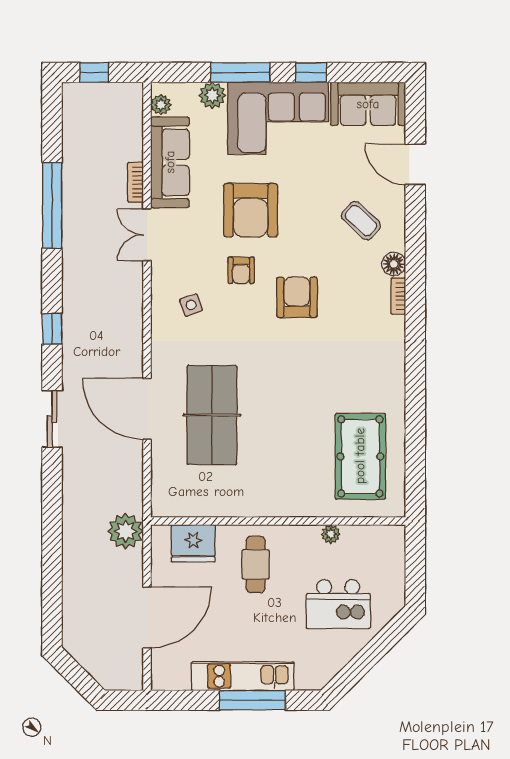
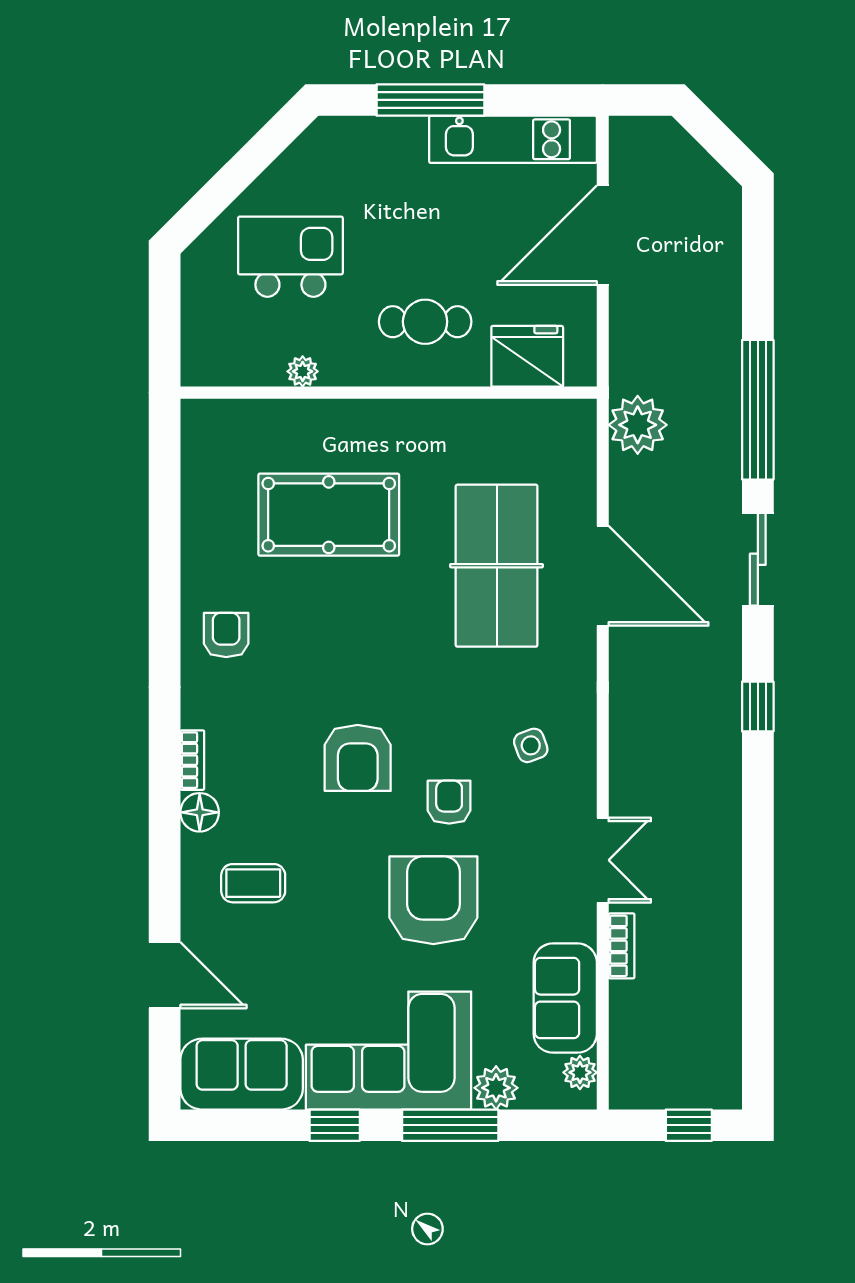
sofa: (170, 162) -> (565, 998), width x0.73
window: (52, 205) -> (758, 410), moved
coffee table: (361, 221) -> (253, 883), turned -43
armchair: (378, 373) -> (226, 635), added
pool table: (360, 456) -> (329, 515), moved, turned 90
plant: (126, 531) -> (638, 425), moved
cafe table: (256, 564) -> (425, 322), turned 90
kitchen unit: (243, 676) -> (513, 139), moved

